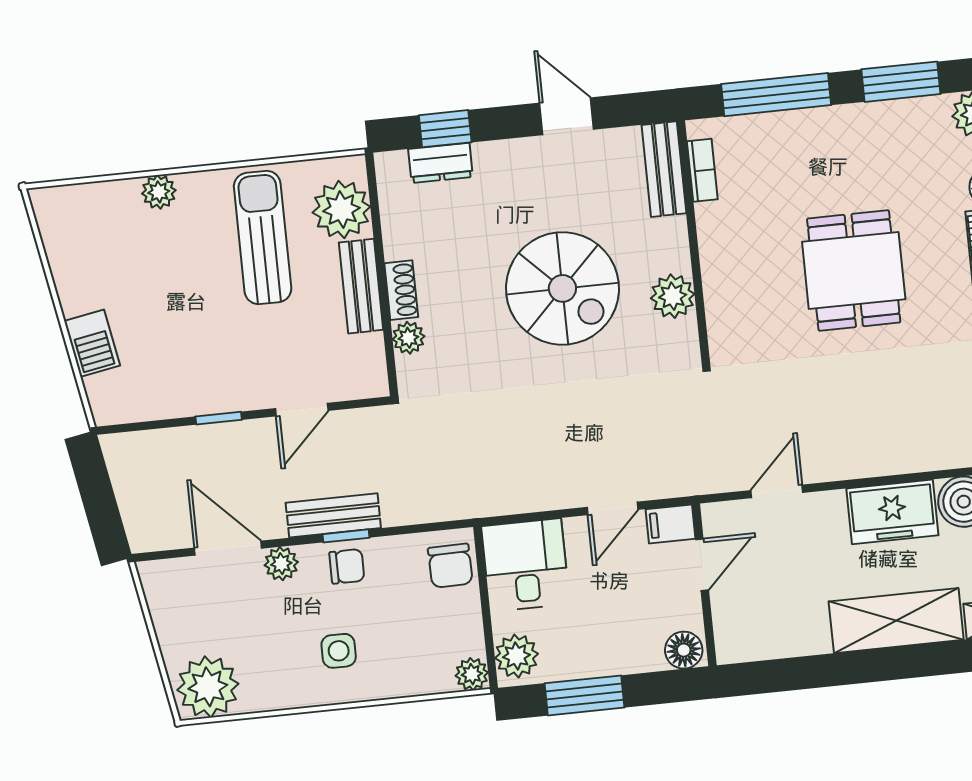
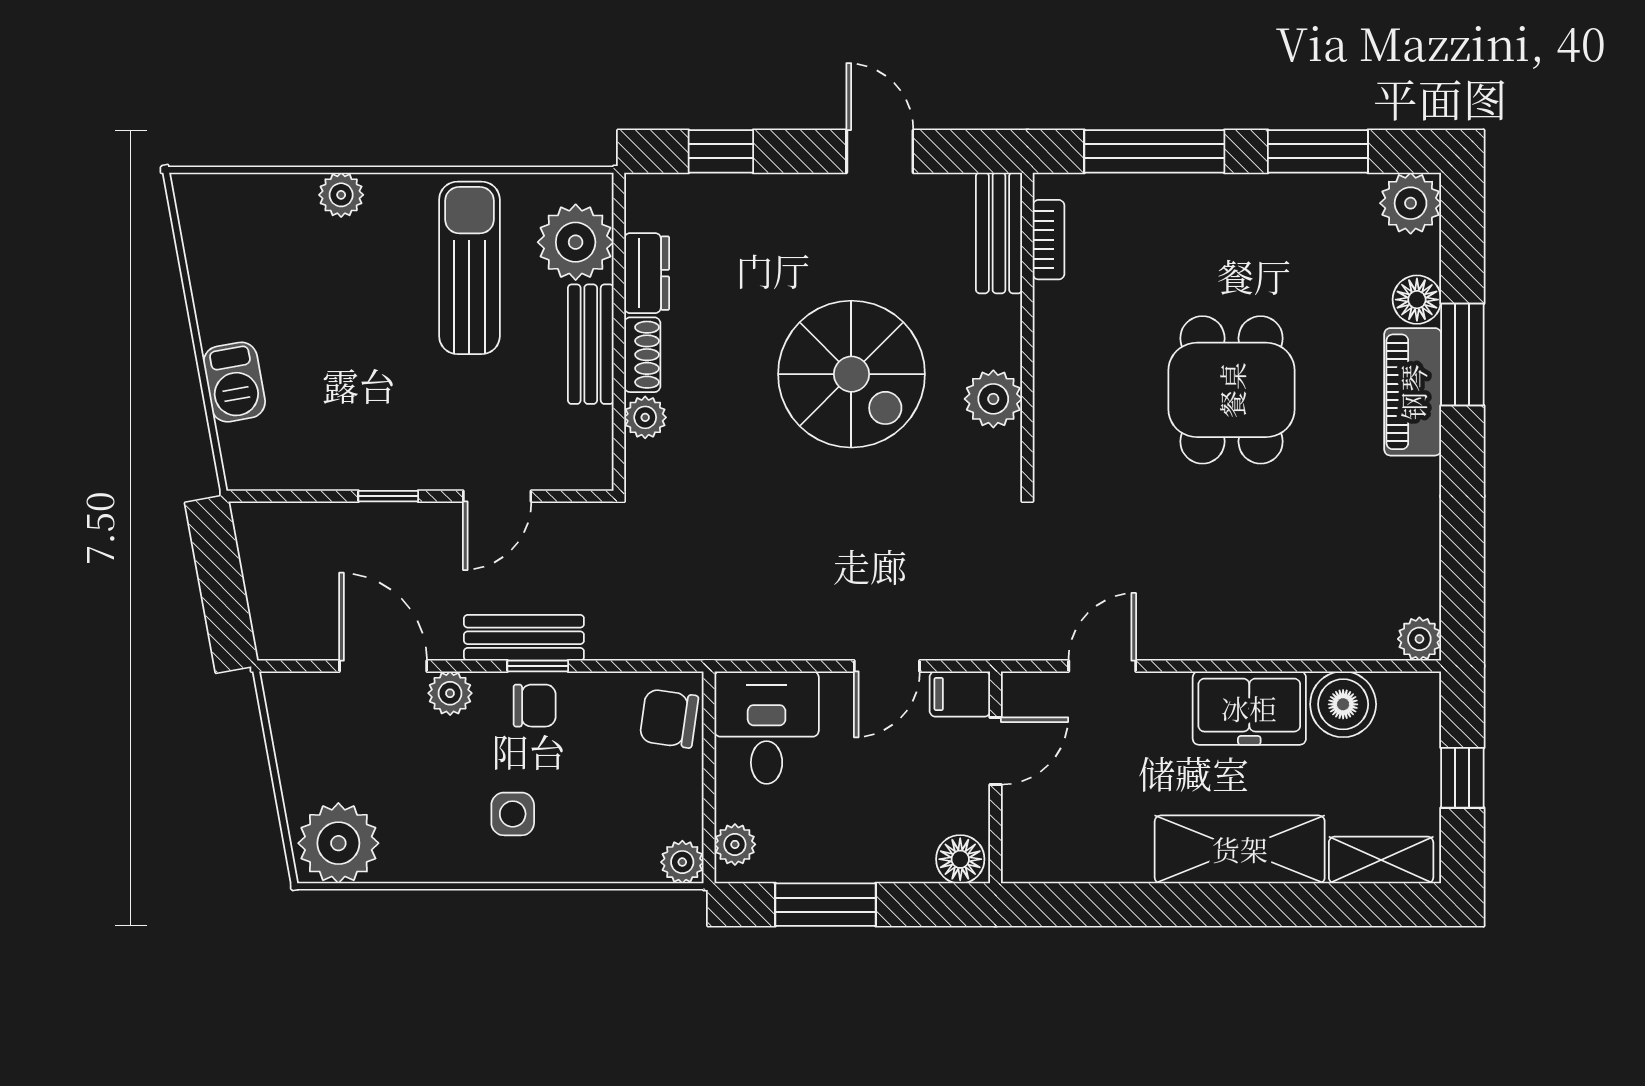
dresser: (441, 163) -> (647, 273), moved, turned -90
chair: (450, 566) -> (669, 718), turned 99
plant: (516, 656) -> (735, 844), width x0.73, depth x0.73

